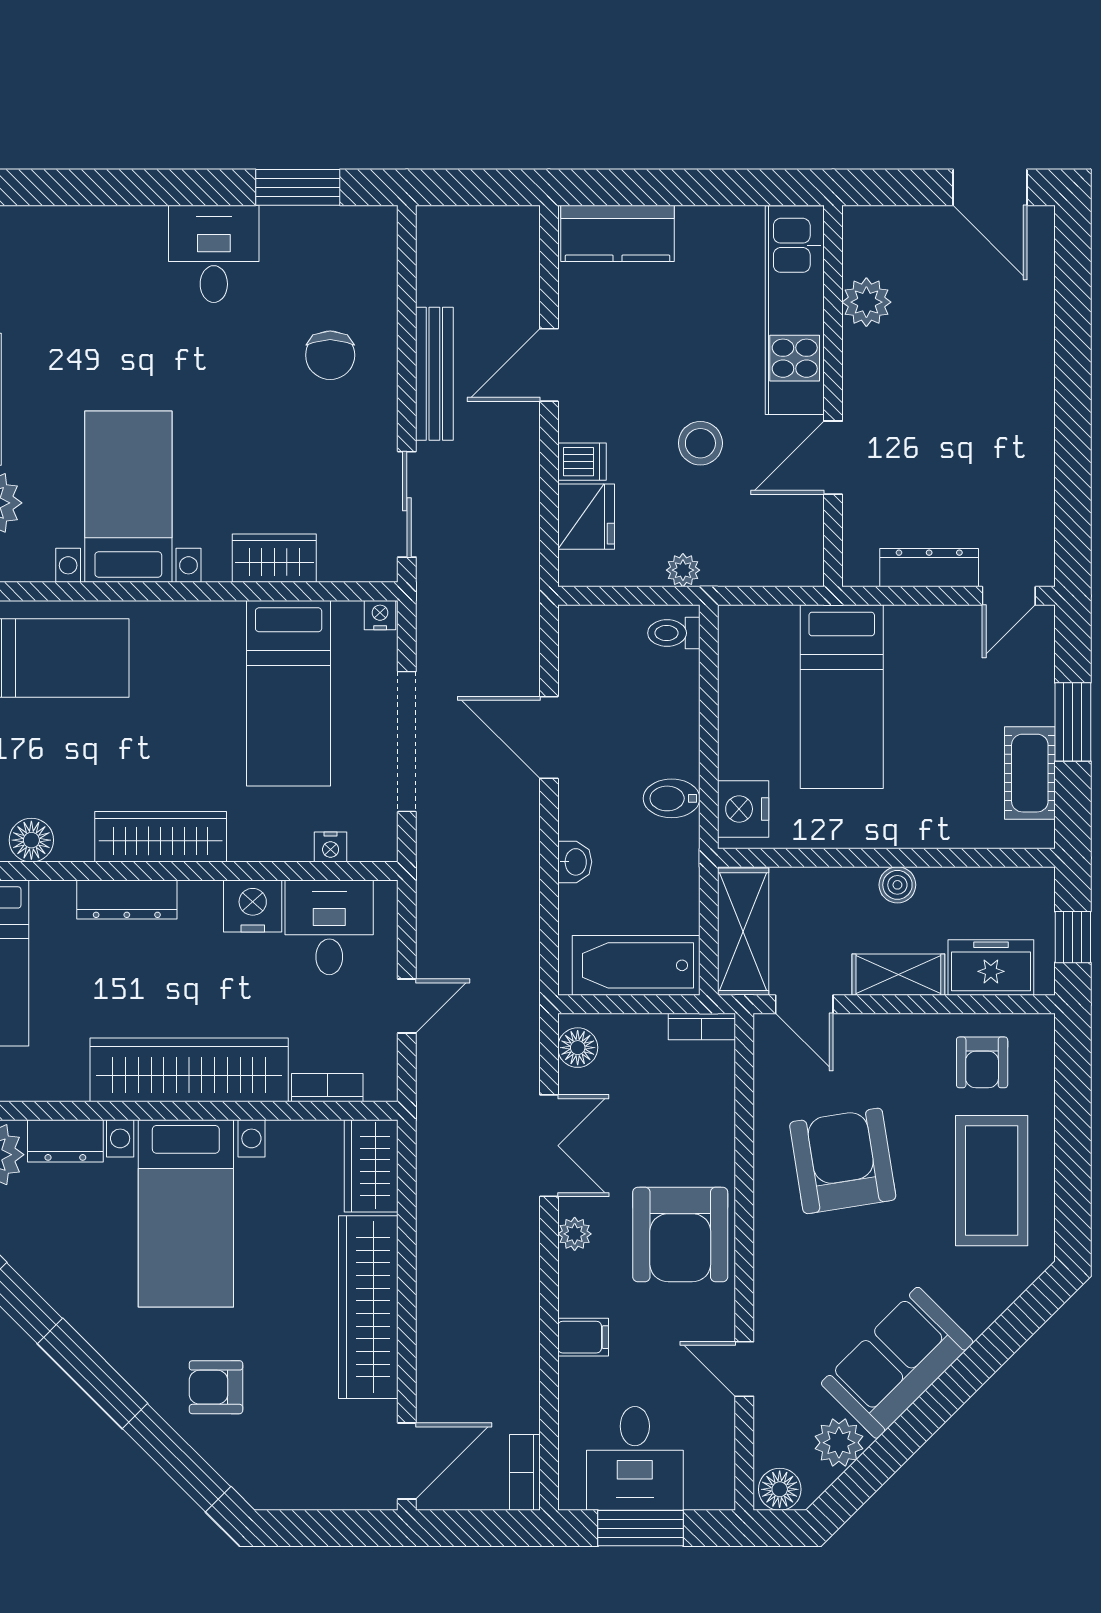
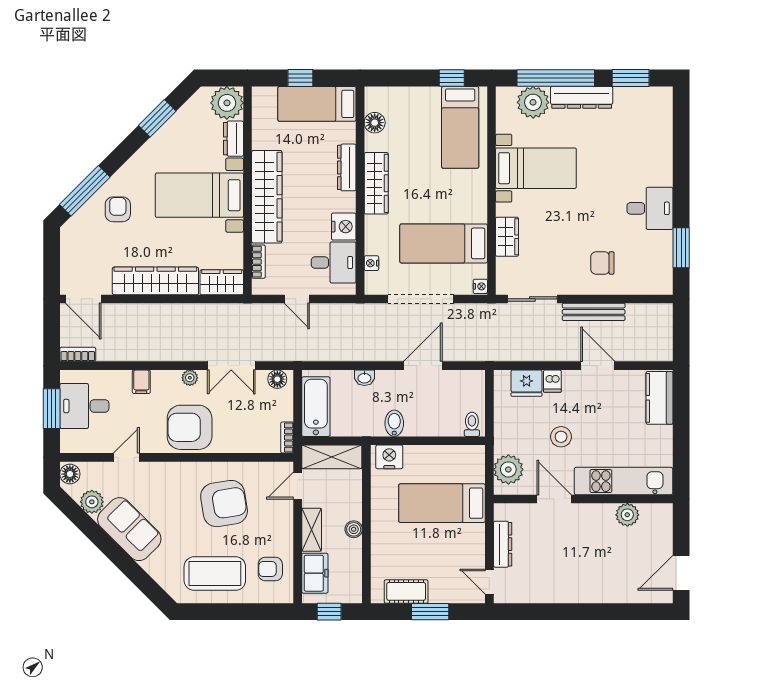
plant: (683, 570) -> (508, 469), moved, width x1.87, depth x1.87

